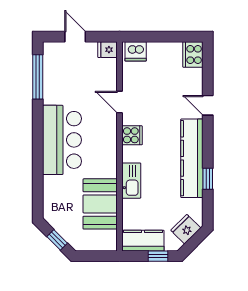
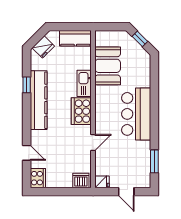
window: (38, 77) -> (154, 161), width x0.69
door: (119, 102) -> (93, 142), hinge flipped
door: (208, 105) -> (27, 153), moved
cooker: (132, 135) -> (81, 111), width x1.87, depth x1.31
window: (158, 256) -> (64, 27), removed

